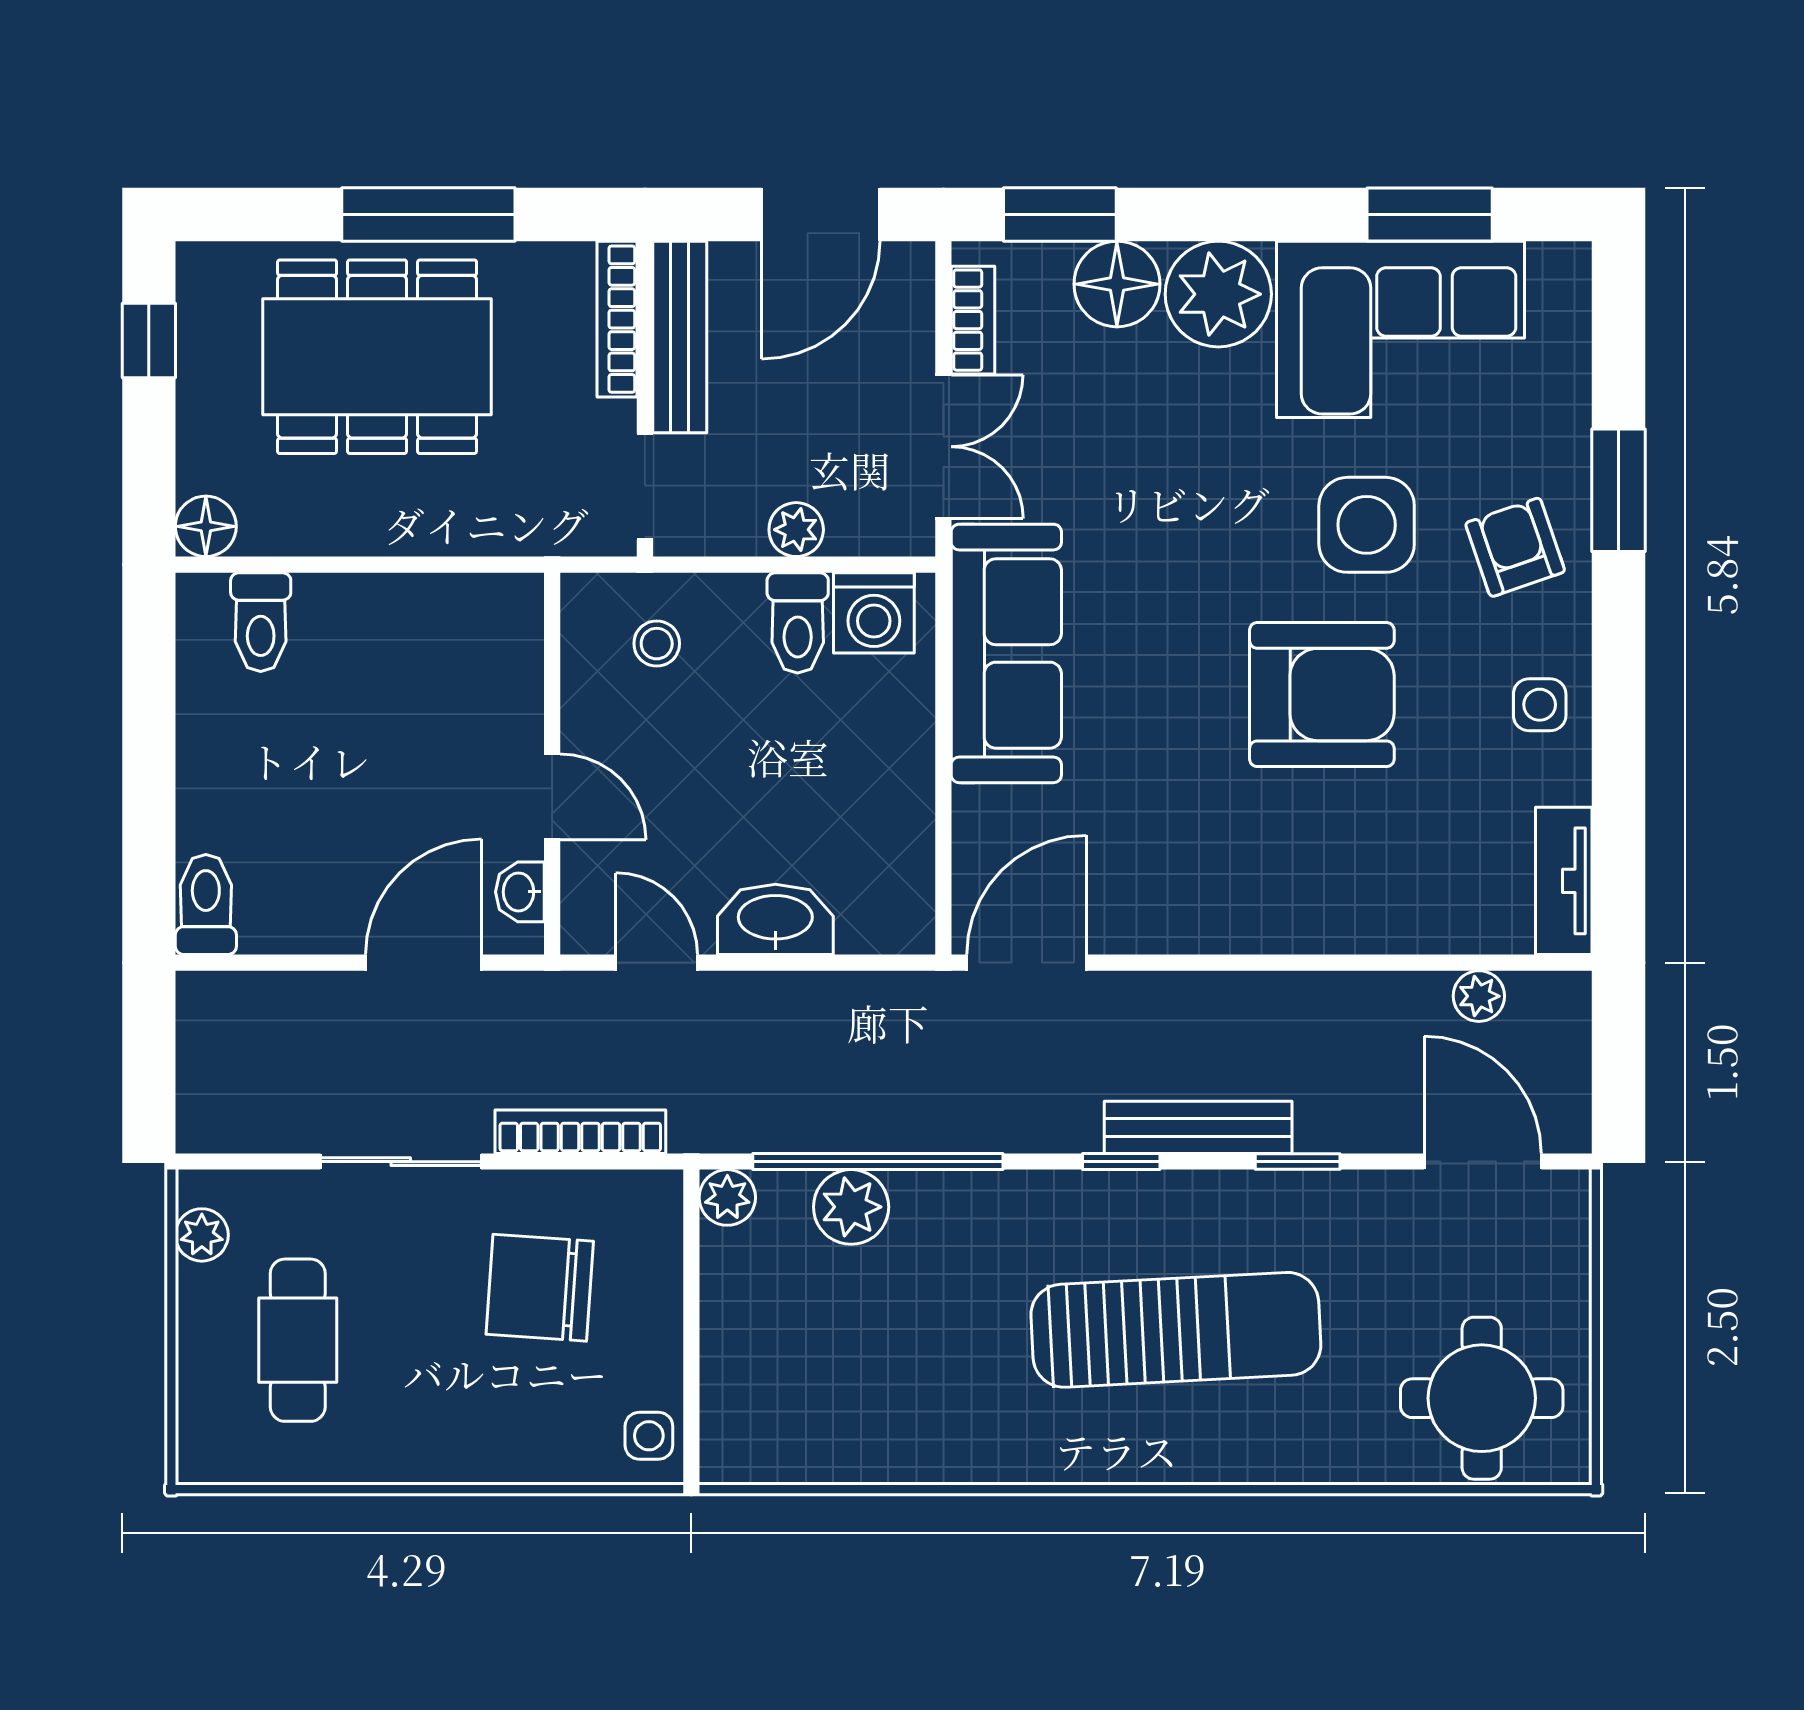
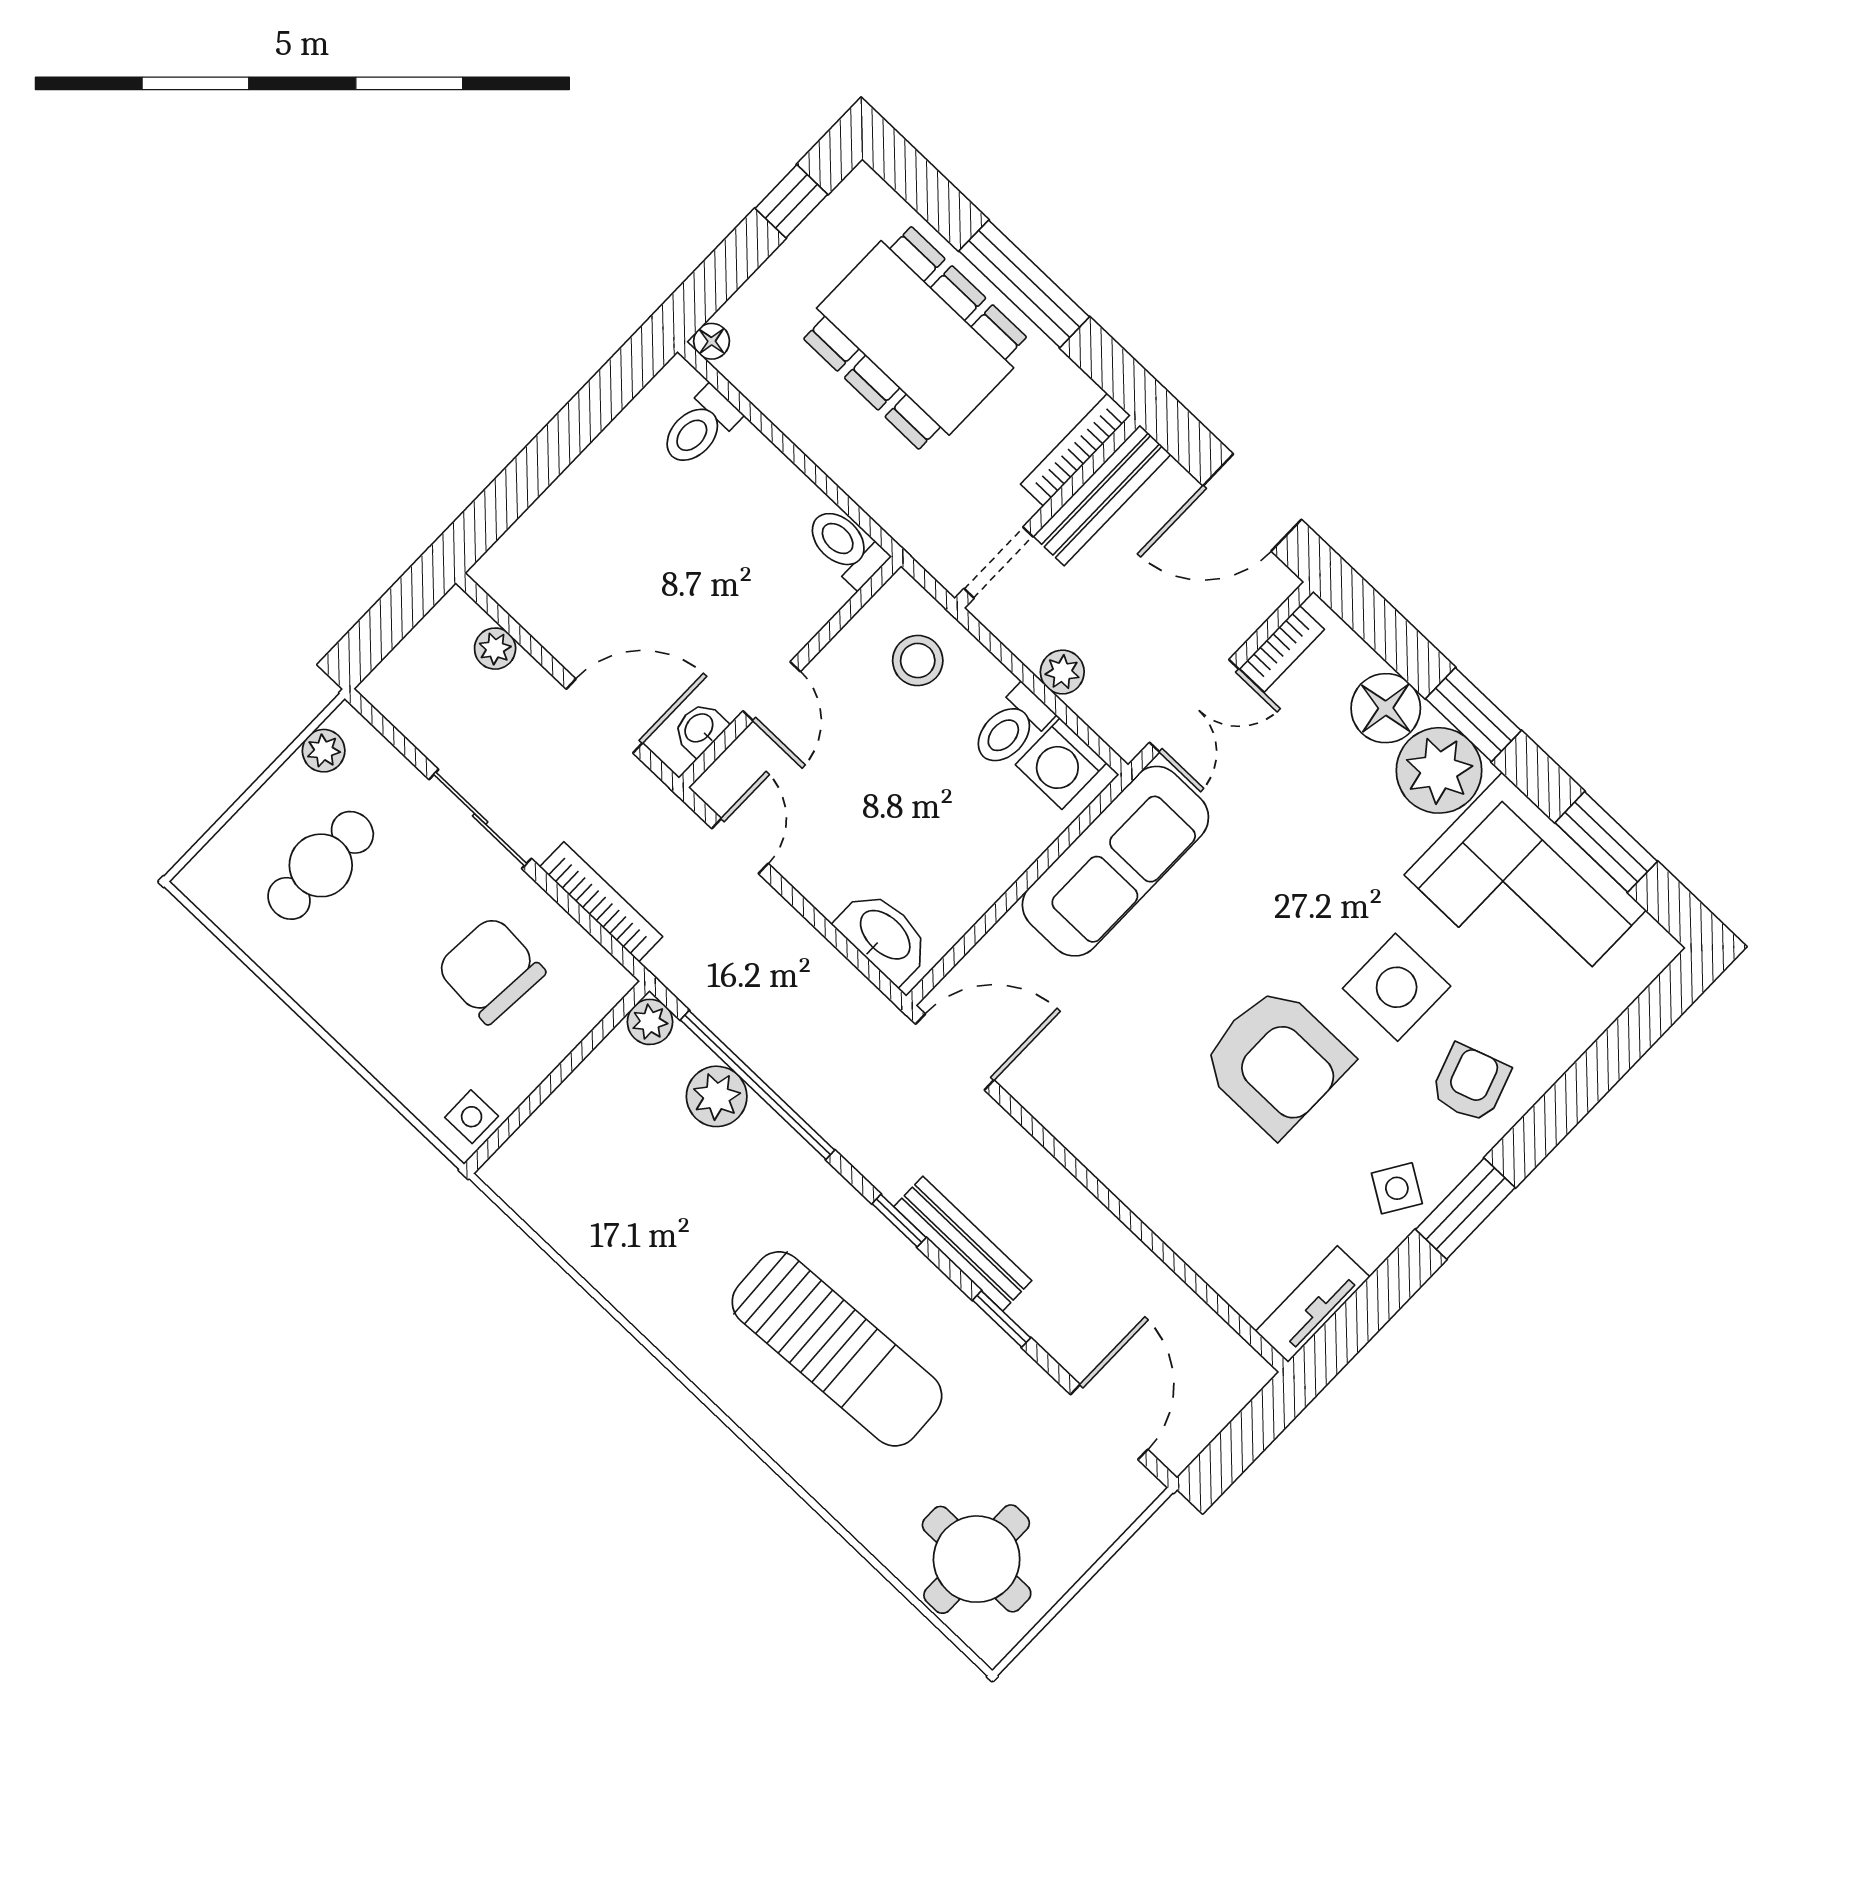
window: (1060, 215) -> (1473, 715), moved
window: (1618, 490) -> (1465, 1209), moved
floor lamp: (206, 526) -> (712, 341), width x0.73, depth x0.73
stool: (657, 644) -> (918, 661), width x1.37, depth x1.37
side table: (1540, 705) -> (1397, 1188), turned 32
toilet: (206, 905) -> (846, 546), moved, turned -90
washbasin: (775, 919) -> (884, 936), moved
plant: (1479, 996) -> (495, 649), moved

